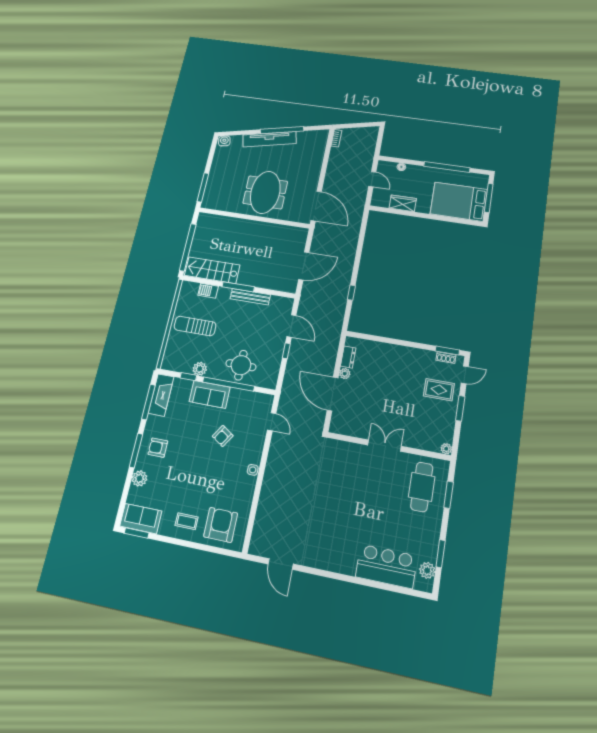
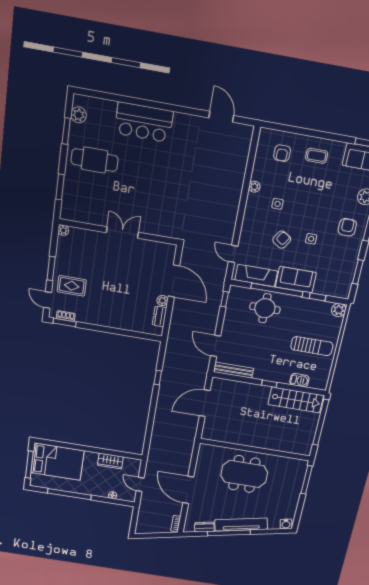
dresser: (307, 136) -> (204, 527), added
meeting table: (265, 192) -> (244, 474), turned 90
door: (316, 206) -> (188, 490), moved
window: (238, 287) -> (269, 384), width x0.46
bench: (250, 297) -> (234, 370), moved
window: (286, 351) -> (225, 299), moved
plant: (200, 369) -> (339, 310), moved
door: (465, 375) -> (48, 300), hinge flipped
fireplace: (161, 395) -> (256, 275), moved, turned 90
window: (148, 402) -> (358, 272), width x0.69
side table: (194, 436) -> (311, 239), added
double door: (385, 446) -> (122, 232), swing flipped
armchair: (158, 448) -> (347, 227), turned -90
side table: (253, 470) -> (277, 204), moved
cafe table: (422, 487) -> (95, 160), moved, turned 90
plant: (249, 491) -> (254, 187), added
armchair: (221, 525) -> (282, 153), width x0.53, depth x0.53
bar counter: (386, 566) -> (144, 122), moved

